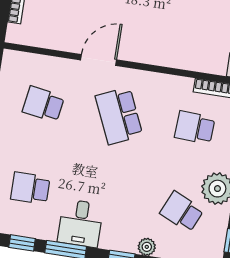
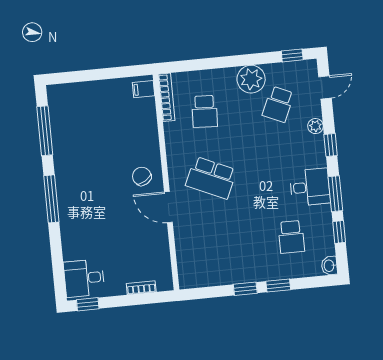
chair: (140, 39) -> (142, 176), added
school desk: (43, 104) -> (218, 244), removed
school desk: (119, 116) -> (211, 178), turned 48

